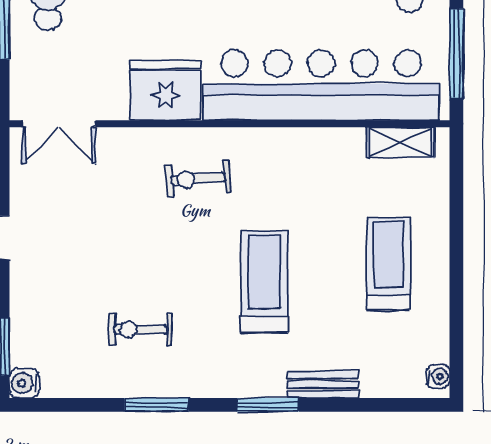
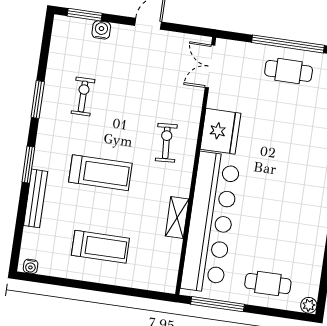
shelving: (400, 142) -> (177, 218), moved
water cooler: (24, 383) -> (101, 30), moved
bench: (323, 384) -> (36, 198), width x1.36

